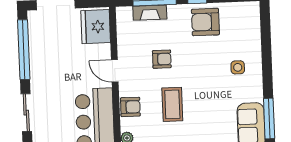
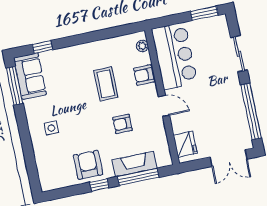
fireplace: (150, 13) -> (135, 164), width x1.37, depth x1.32
armchair: (205, 22) -> (88, 165), turned -90
fridge: (96, 27) -> (185, 144), width x0.73, depth x0.75

